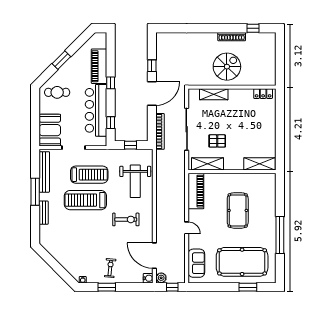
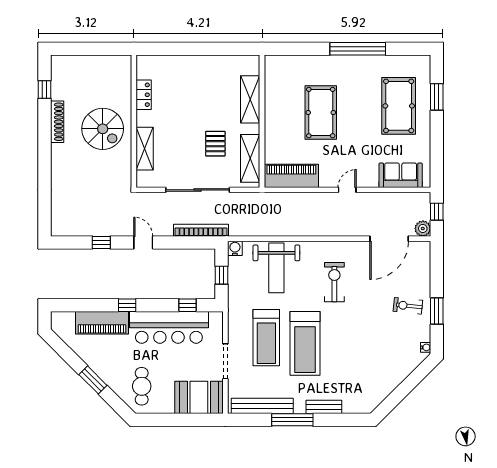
spiral stairs: (227, 67) -> (103, 129), turned 180
door: (152, 93) -> (143, 243), width x0.53
locker: (263, 94) -> (144, 95), moved
shelving: (260, 164) -> (250, 99), moved
treadmill: (89, 175) -> (266, 338), turned 180
weight bench: (135, 181) -> (276, 268), turned 90
pool table: (238, 210) -> (321, 113), turned 90
pool table: (242, 262) -> (399, 106), width x0.73, depth x0.76
water cooler: (148, 278) -> (235, 248), moved

